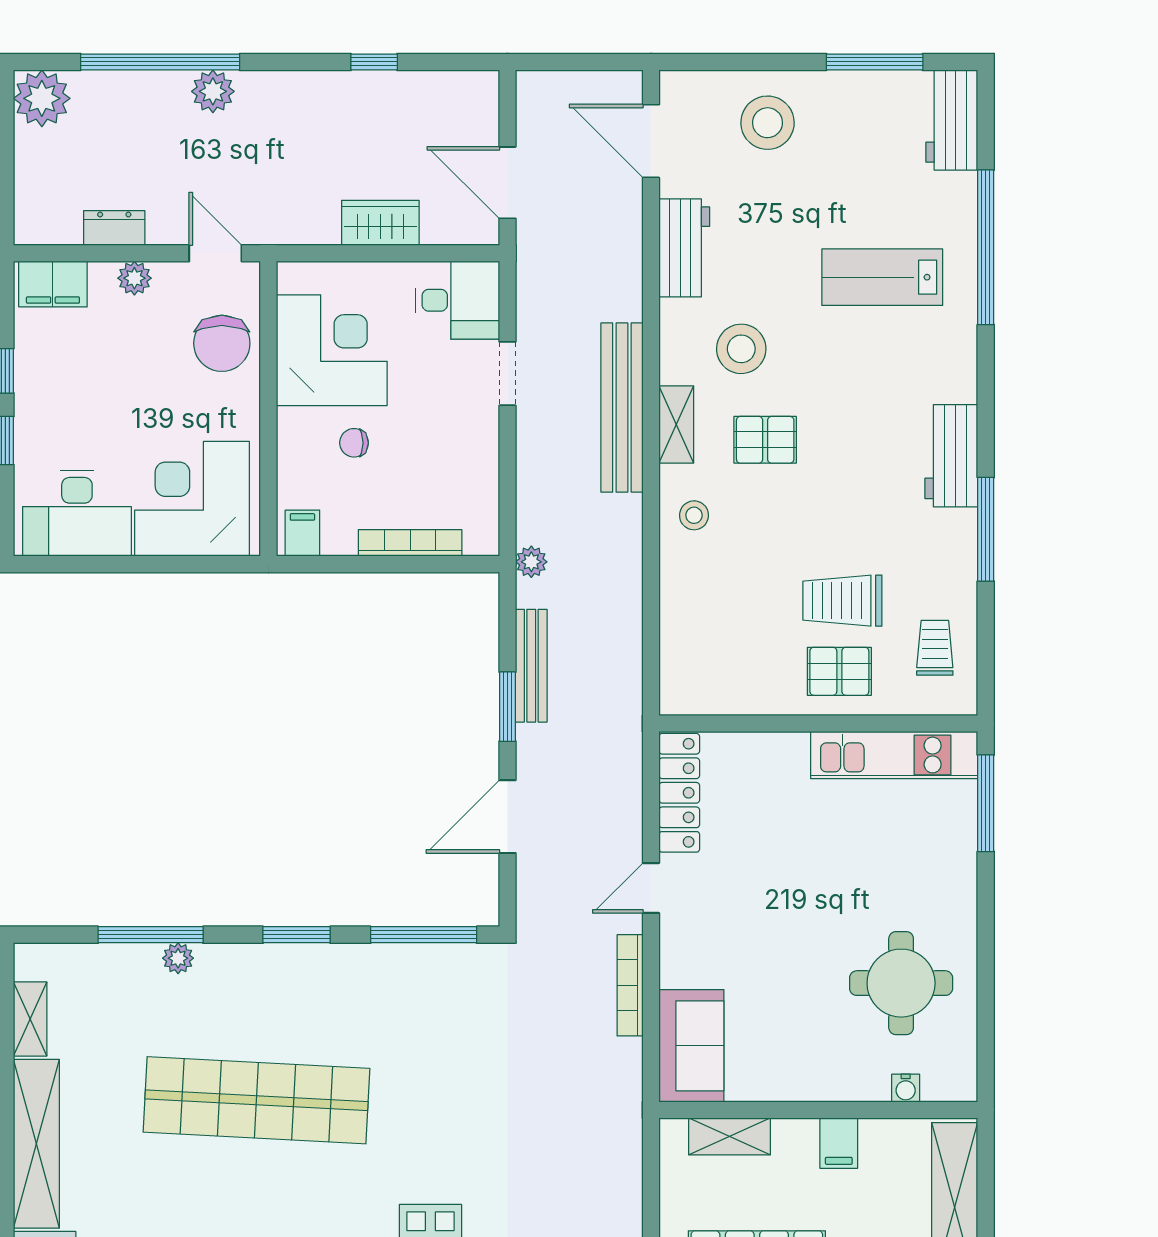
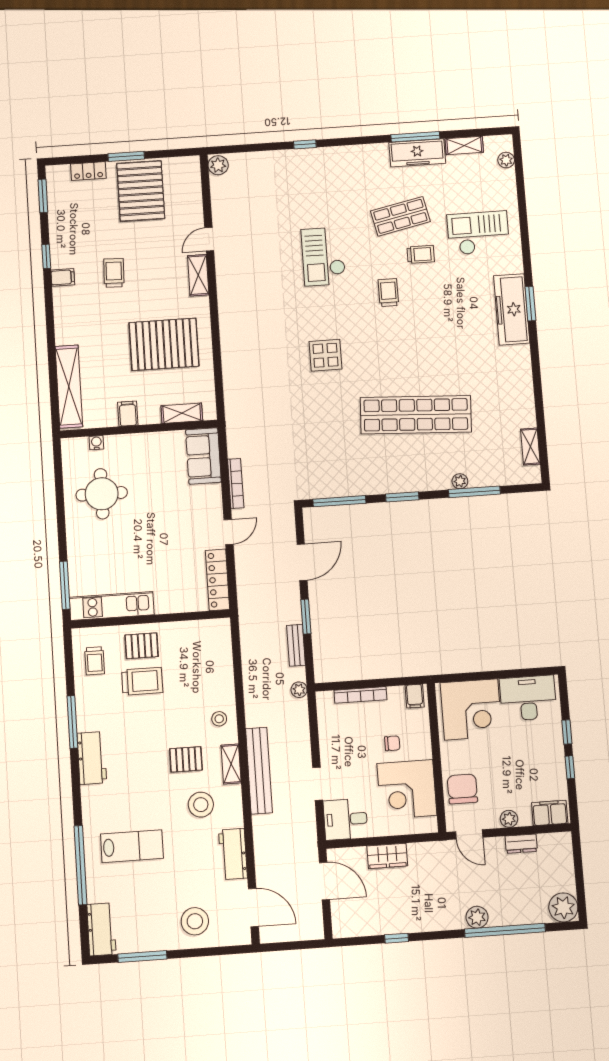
bench: (531, 666) -> (296, 645), width x0.73
shelving: (36, 1144) -> (522, 386), removed

